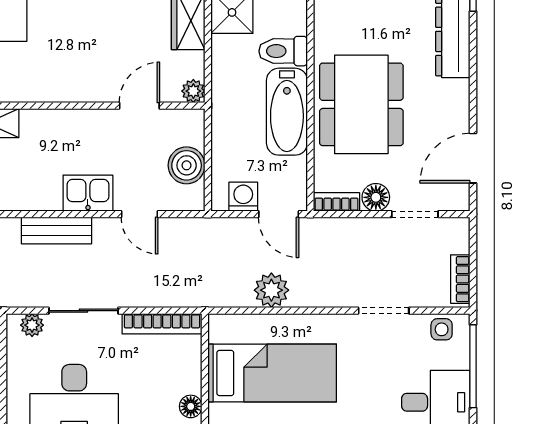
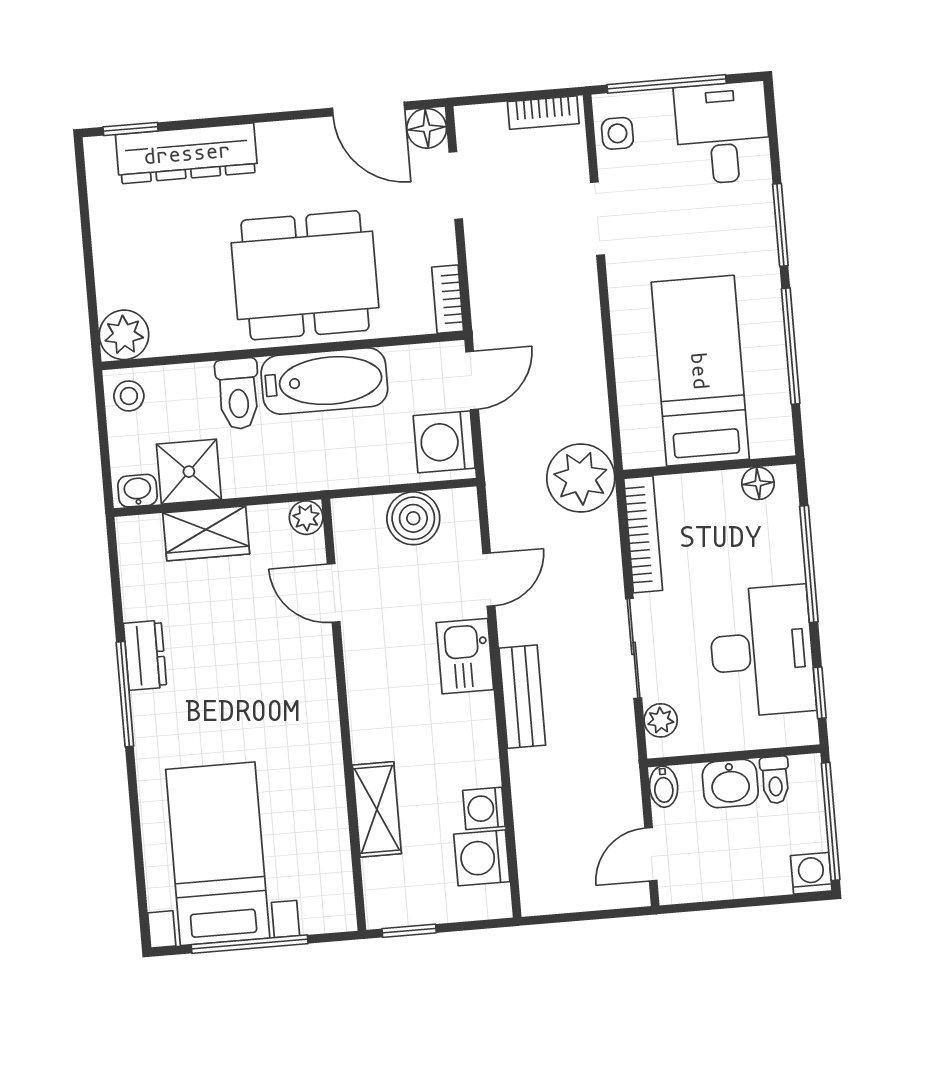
washing machine: (243, 197) -> (444, 442), width x1.38, depth x1.38
floor lamp: (376, 197) -> (427, 128), moved
plant: (271, 290) -> (581, 478), moved, width x1.36, depth x1.36

